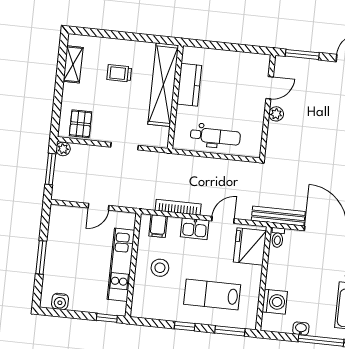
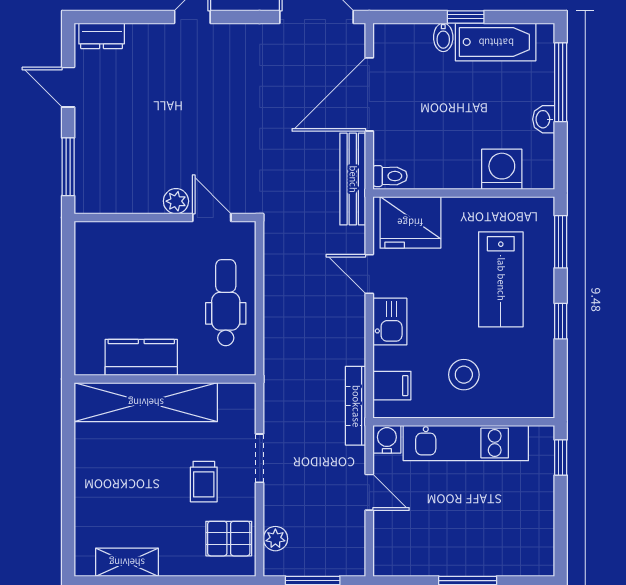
trolley: (119, 73) -> (204, 482), moved
door: (270, 88) -> (212, 217), moved
plant: (63, 149) -> (275, 539), moved
bookcase: (178, 207) -> (356, 406), moved
water cooler: (60, 302) -> (387, 439), moved, turned -90

